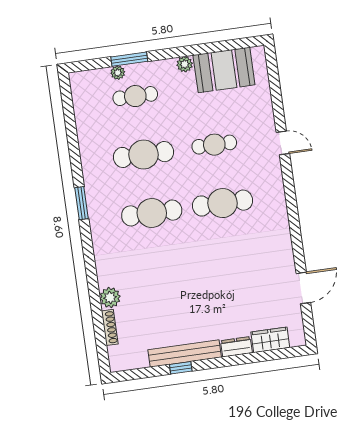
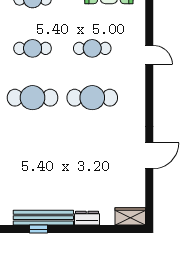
cafe table: (144, 155) -> (33, 48), width x0.73, depth x0.74
door: (303, 288) -> (149, 156), moved
wardrobe: (270, 340) -> (130, 216), moved

